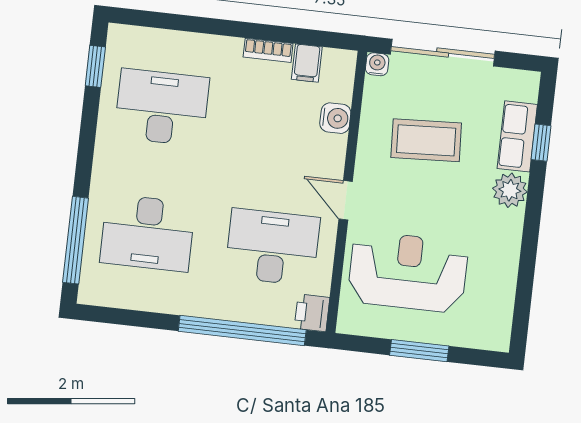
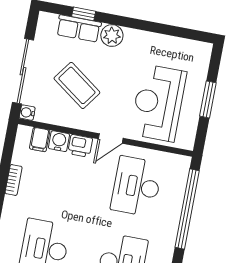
filing cabinet: (307, 63) -> (40, 140), moved, turned 90
coffee table: (426, 140) -> (77, 85), turned -51
printer: (312, 313) -> (80, 146), moved

